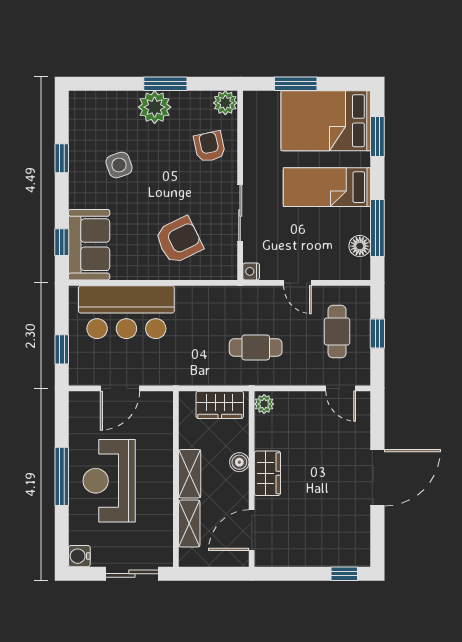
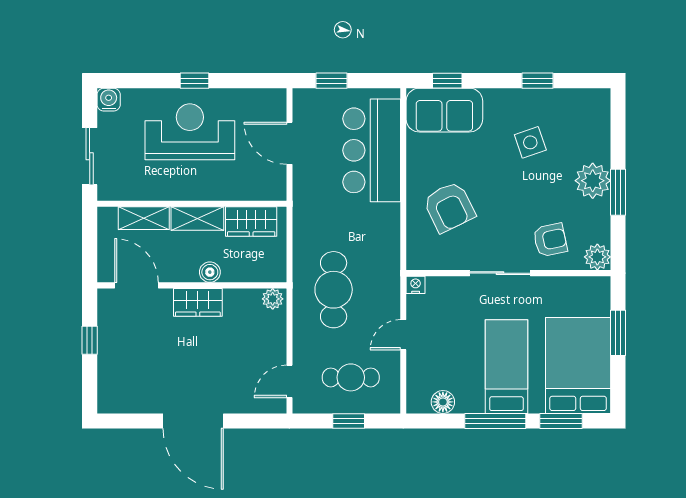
sliding door: (240, 213) -> (500, 273), moved
window: (377, 228) -> (495, 421), moved
cafe table: (256, 347) -> (334, 290), width x1.37, depth x1.35
wardrobe: (220, 405) -> (251, 222), moved, turned -90
window: (62, 476) -> (194, 81), width x0.46
window: (344, 574) -> (90, 340), moved

